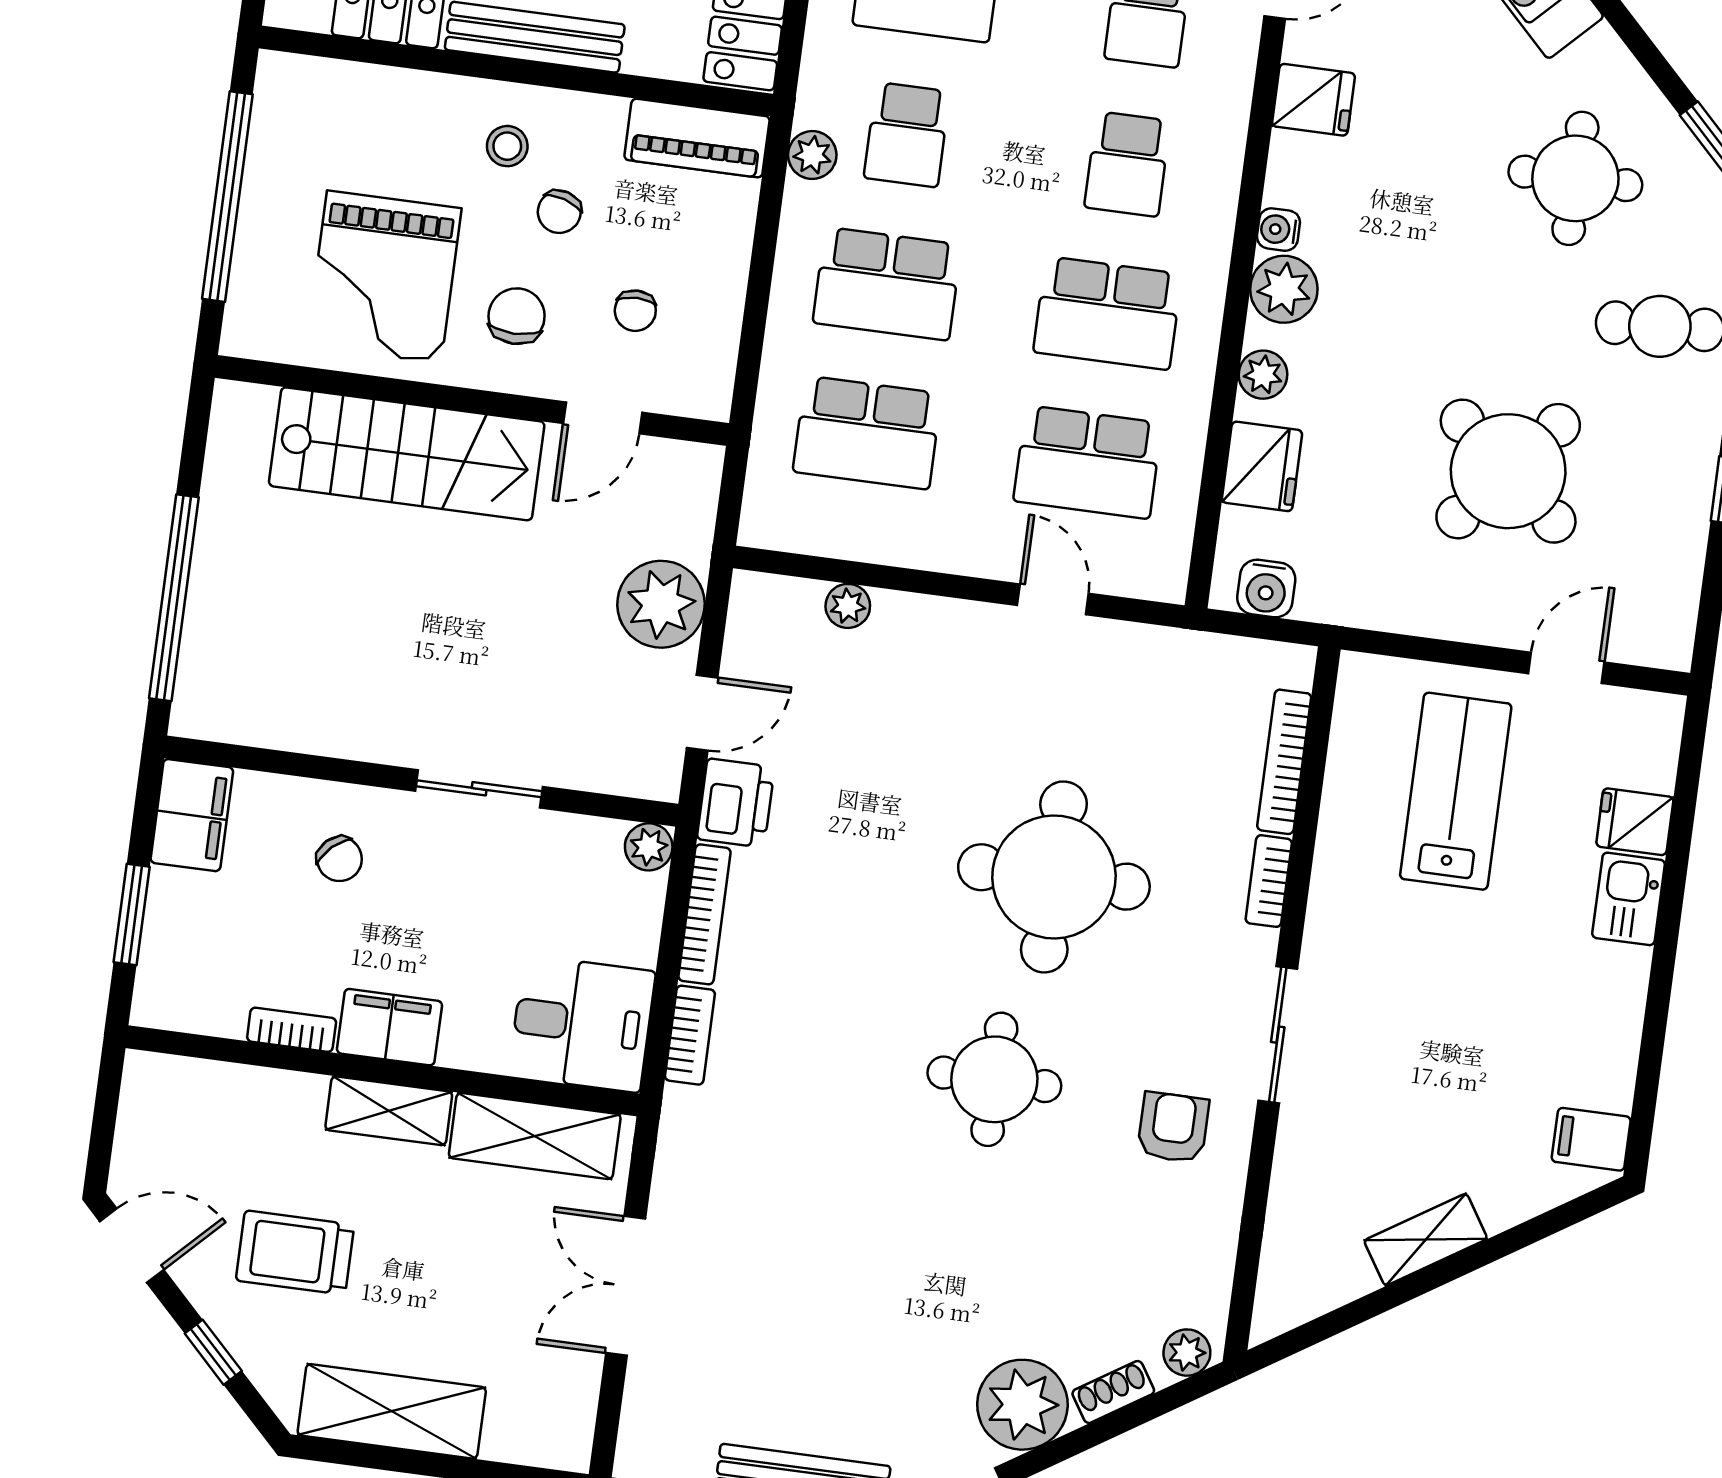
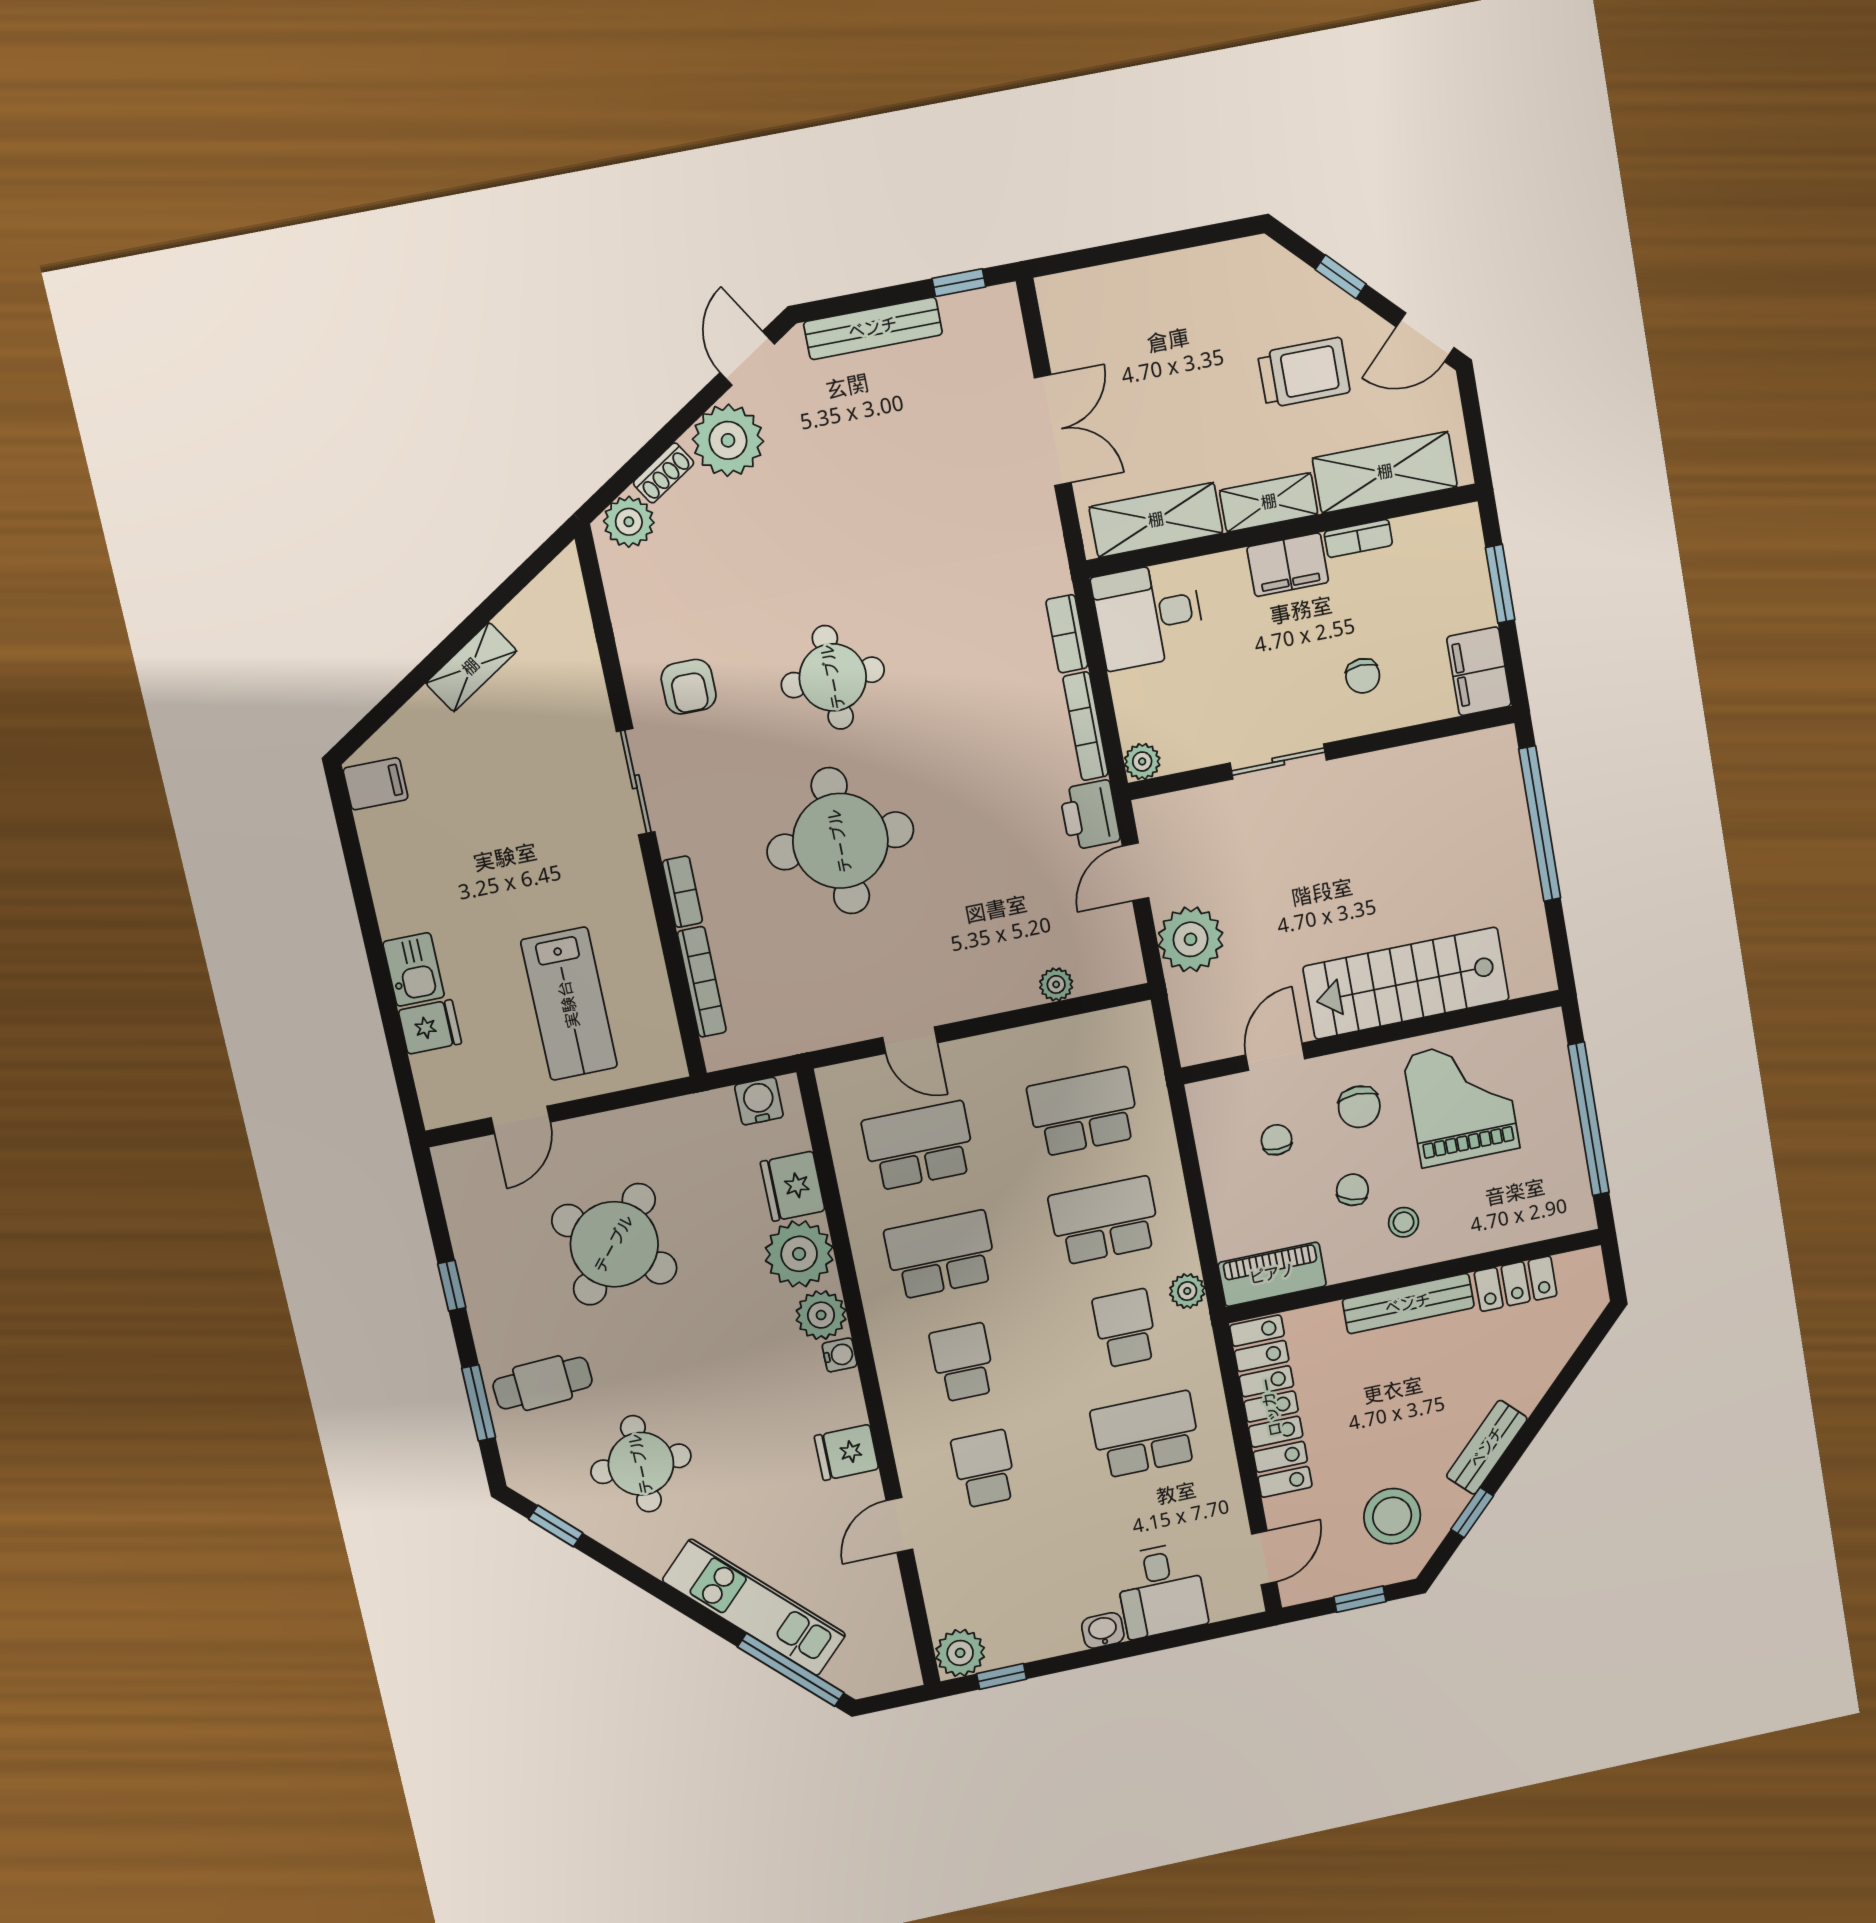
plant: (1263, 375) -> (799, 1254), width x1.88, depth x1.88
chair: (340, 859) -> (1363, 676), turned -139
plant: (1187, 1353) -> (629, 522), width x1.38, depth x1.38
shelving: (392, 1411) -> (1385, 472), moved

